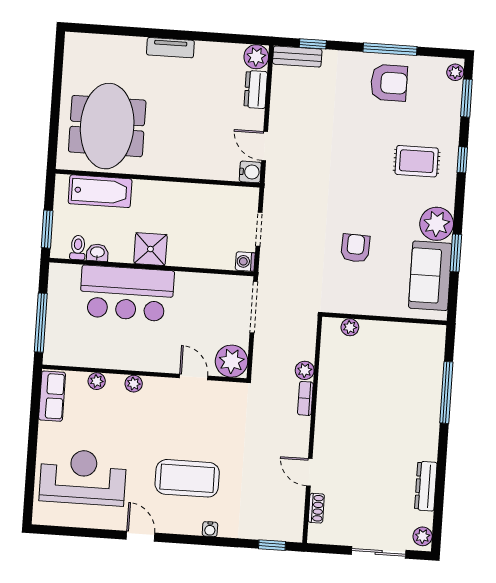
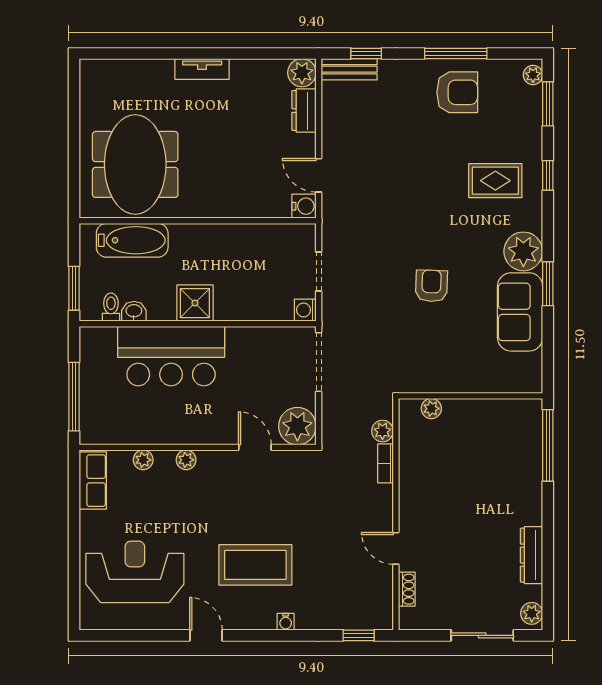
wall: (384, 319) -> (471, 396), moved
plant: (350, 327) -> (431, 409), moved

